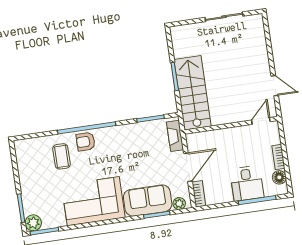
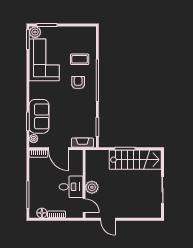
door: (275, 86) -> (108, 219), hinge flipped
stairs: (193, 93) -> (135, 160), moved
plant: (234, 114) -> (92, 187), added
armchair: (86, 142) -> (78, 83), moved
desk: (247, 183) -> (71, 187), moved, turned 180
corner sofa: (93, 201) -> (44, 60), moved

